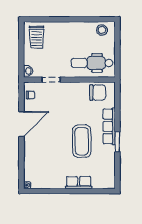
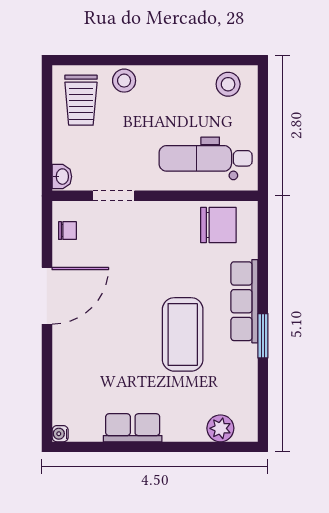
stool: (56, 28) -> (124, 81), added
row of seats: (79, 183) -> (133, 428), moved
plant: (99, 183) -> (220, 428), added

